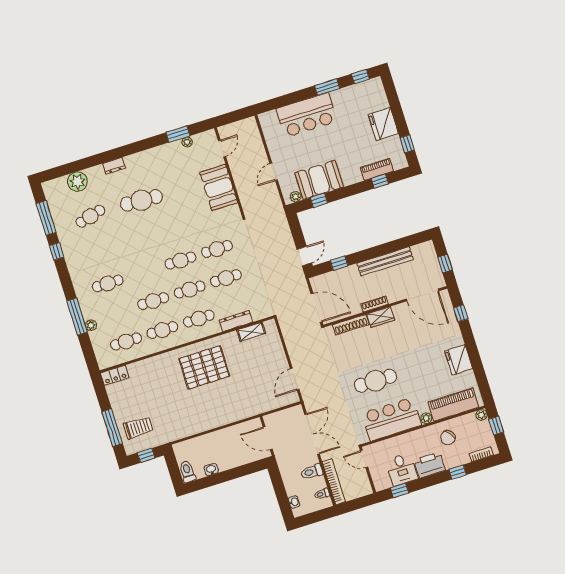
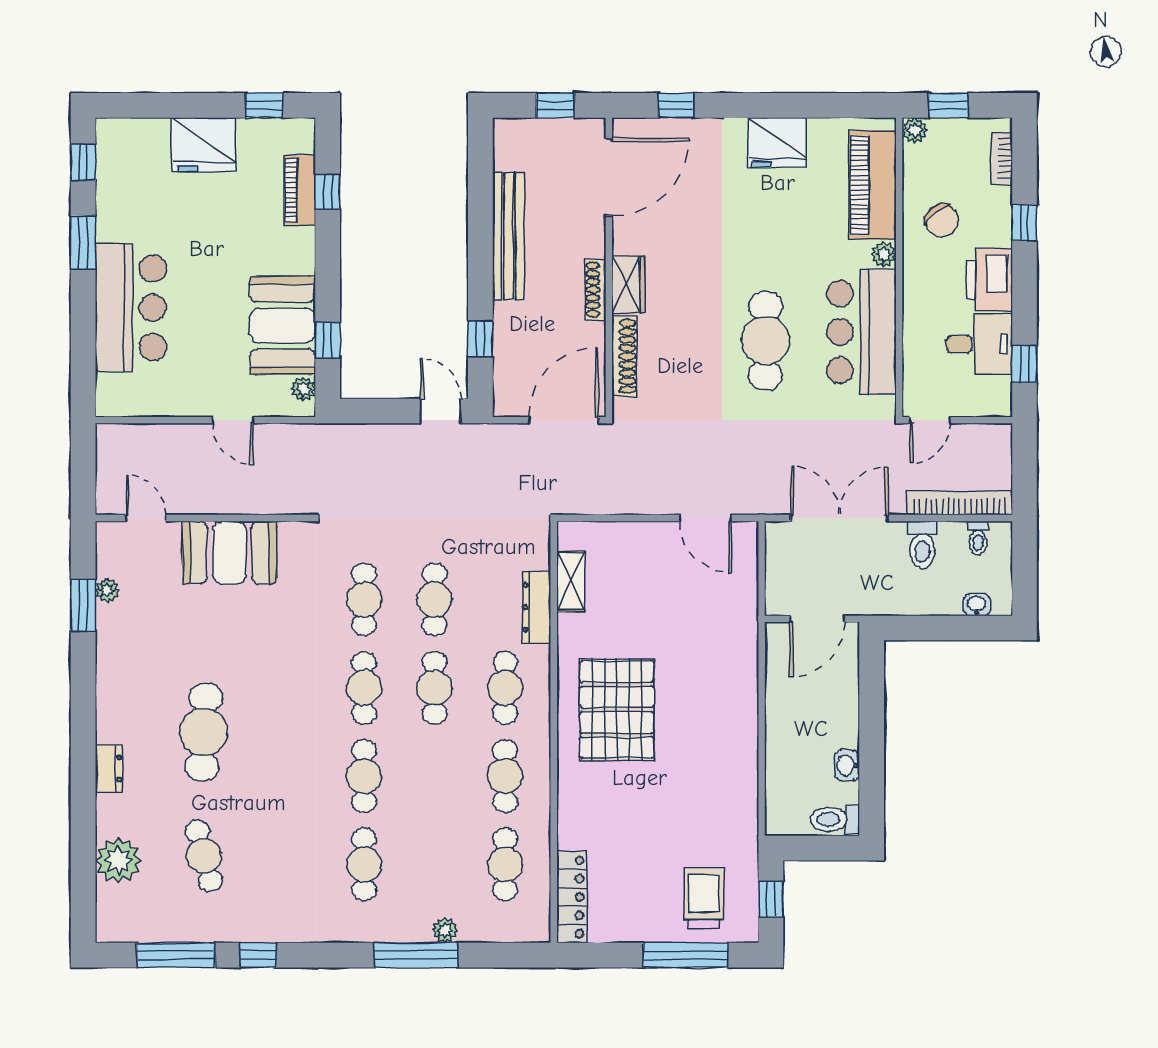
cafe table: (153, 301) -> (364, 776), moved
locker: (115, 375) -> (572, 897), width x1.53

